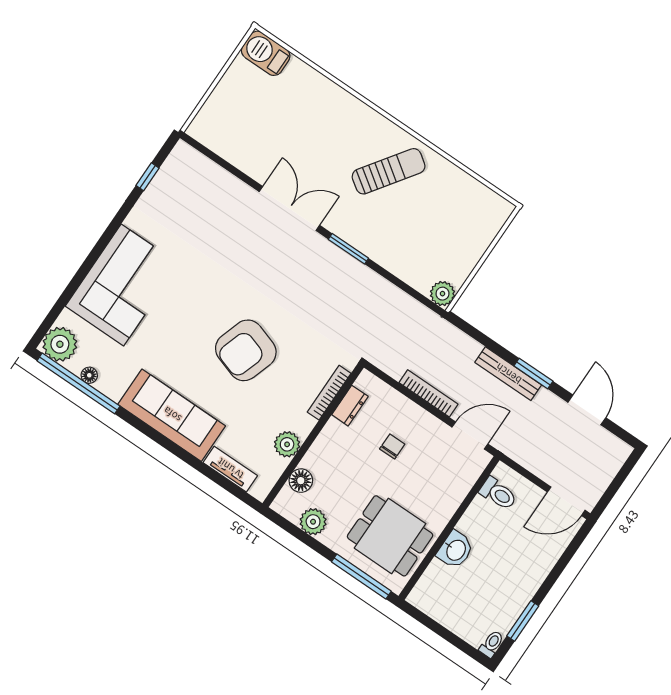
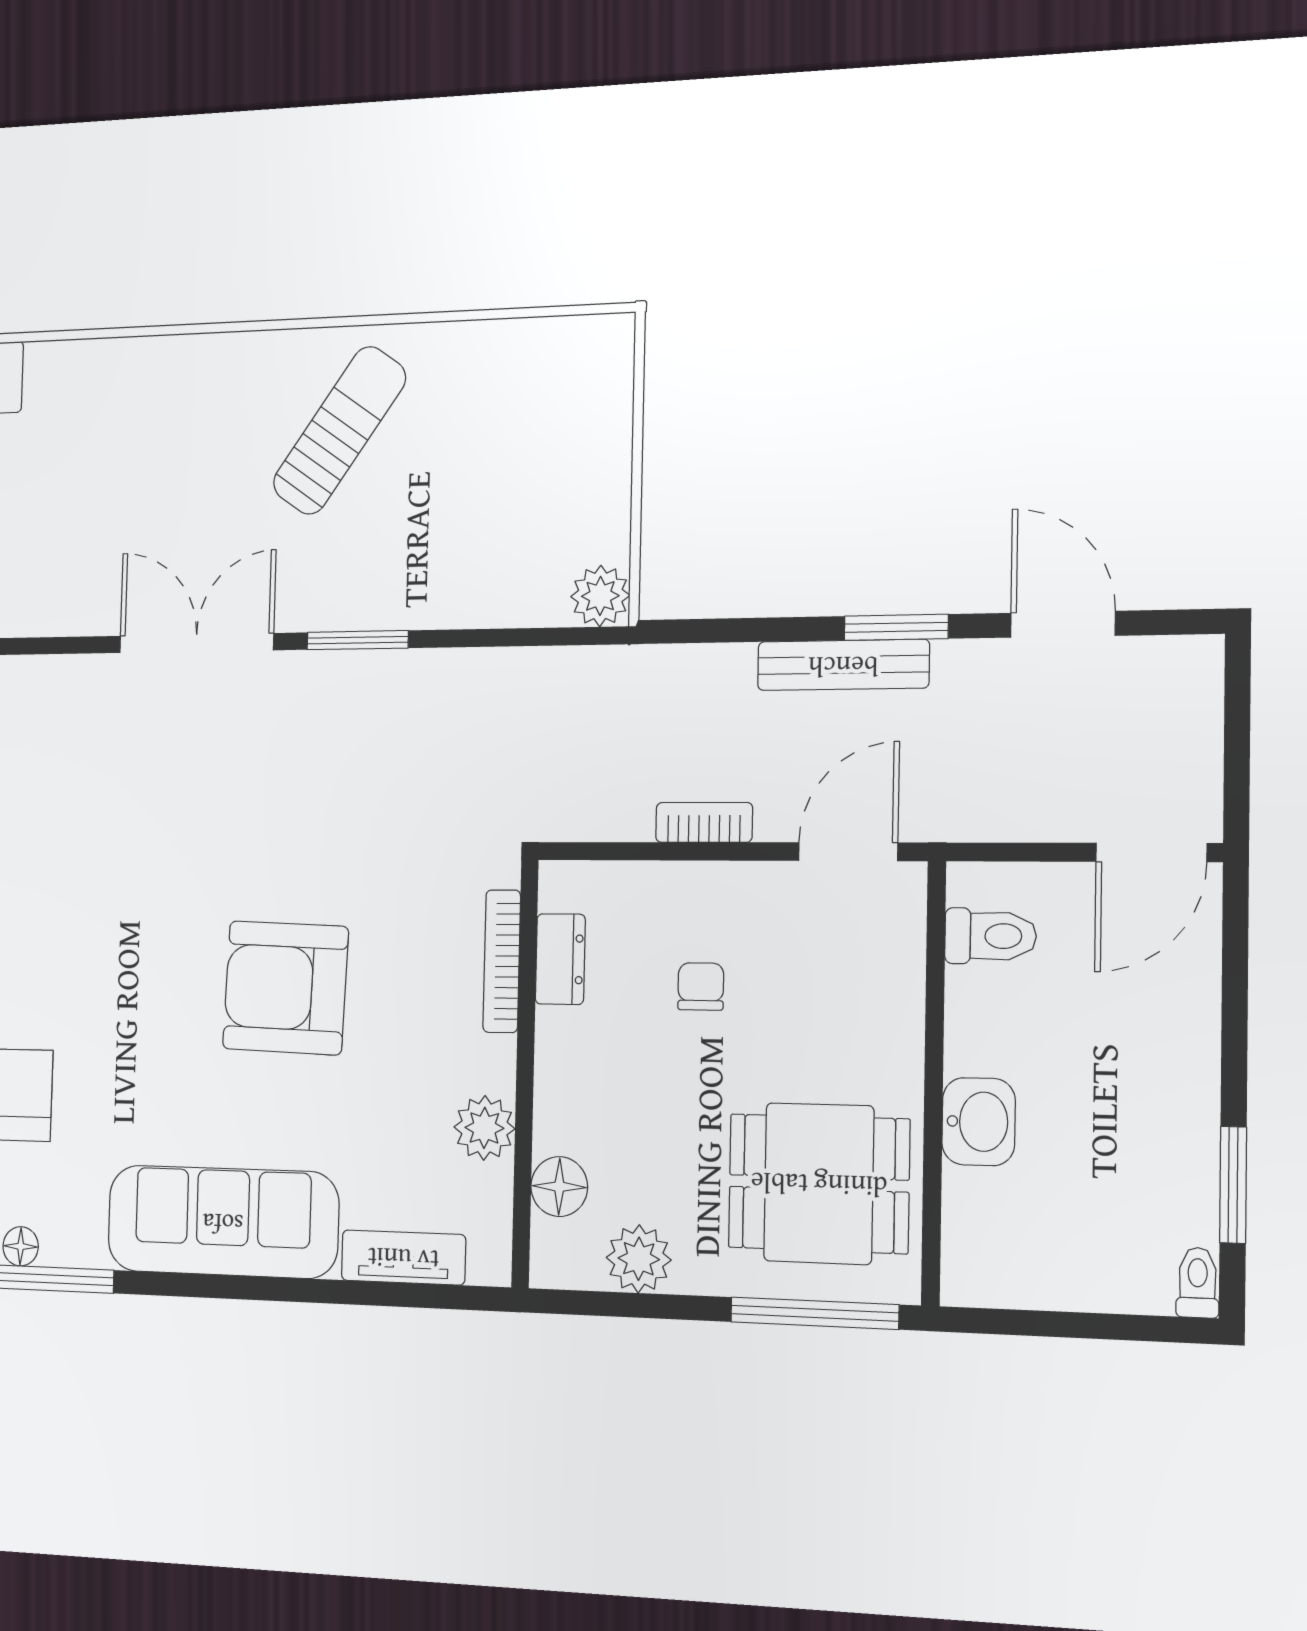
armchair: (246, 350) -> (285, 988), turned 74
bookcase: (428, 393) -> (704, 822), width x0.64

